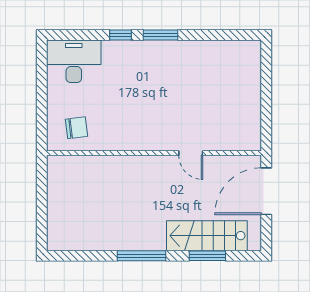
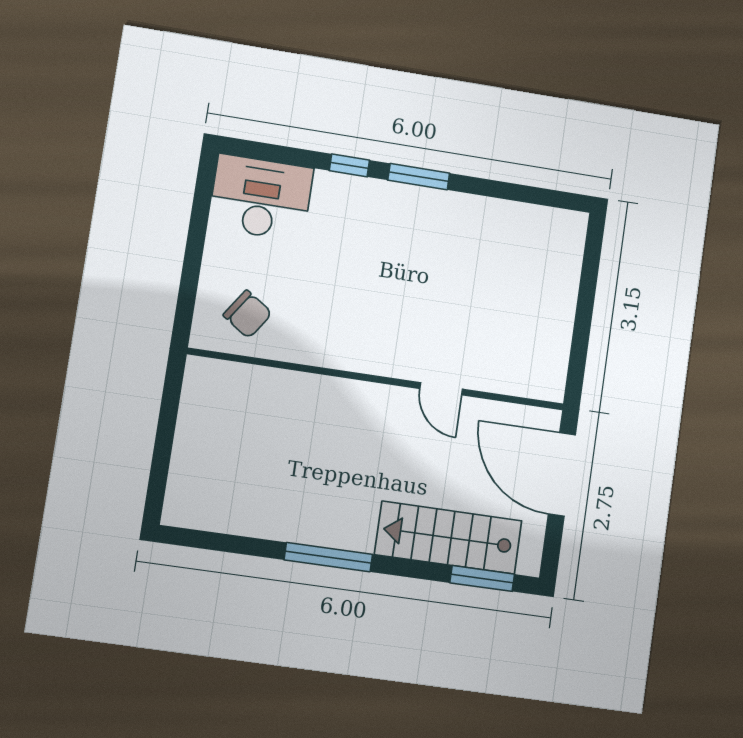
chair: (76, 128) -> (248, 314), turned 41
door: (266, 191) -> (562, 474), hinge flipped
window: (207, 256) -> (482, 578), moved

